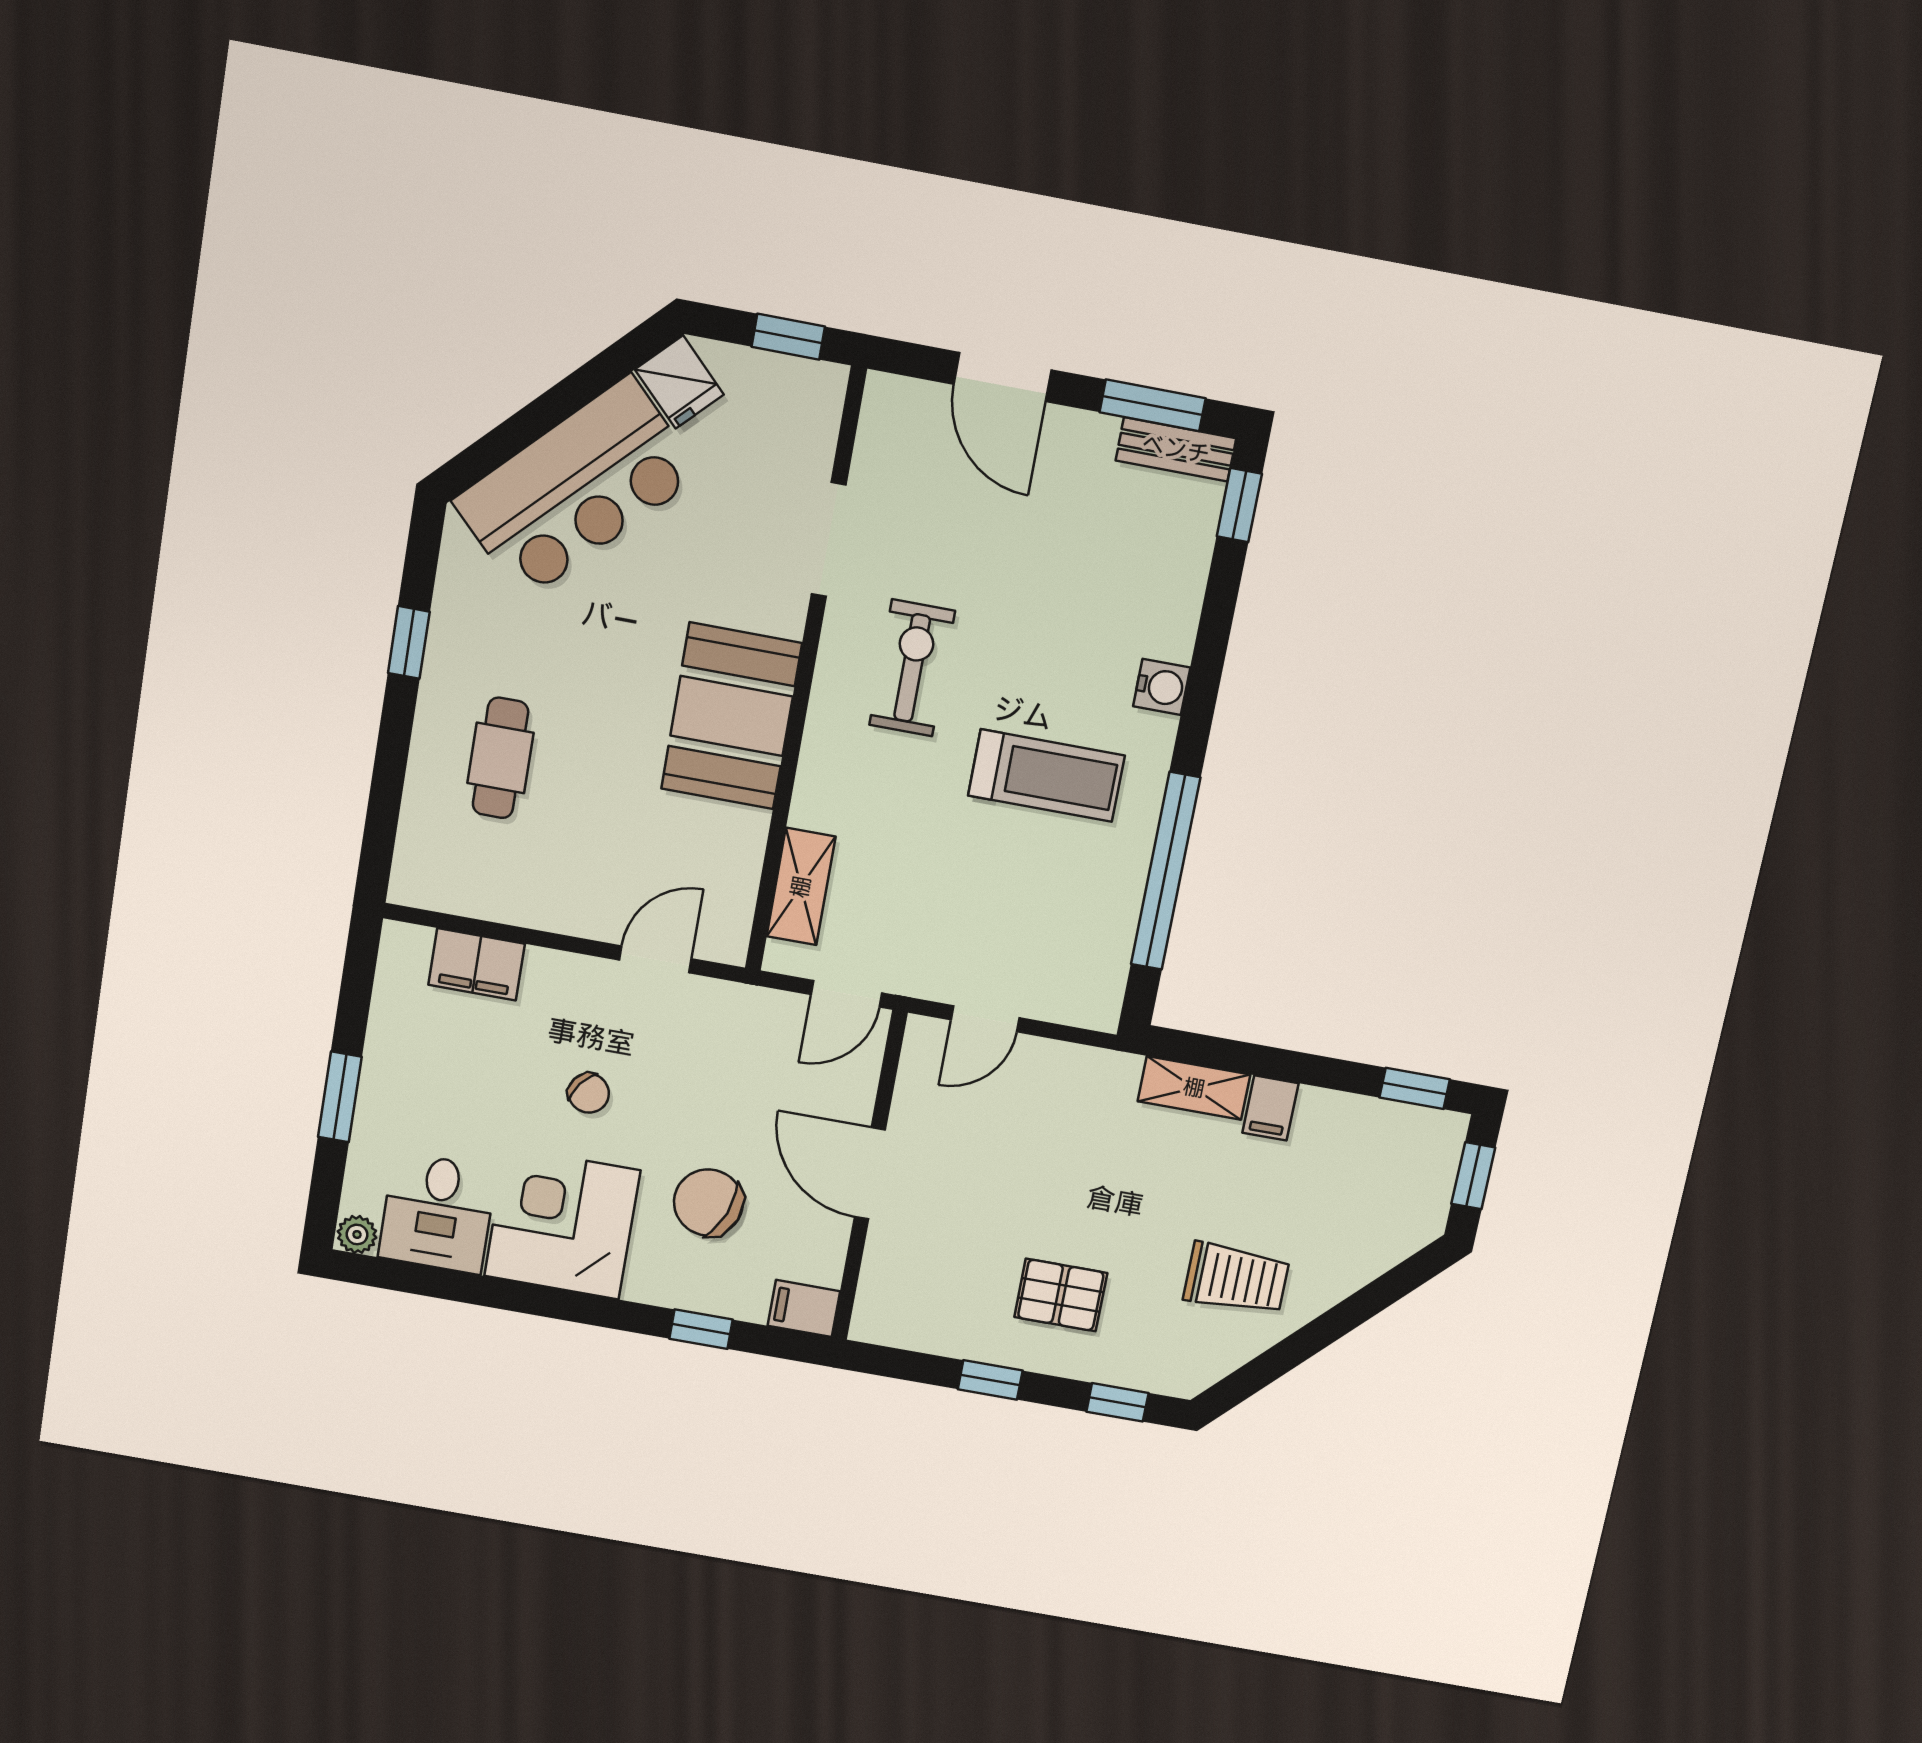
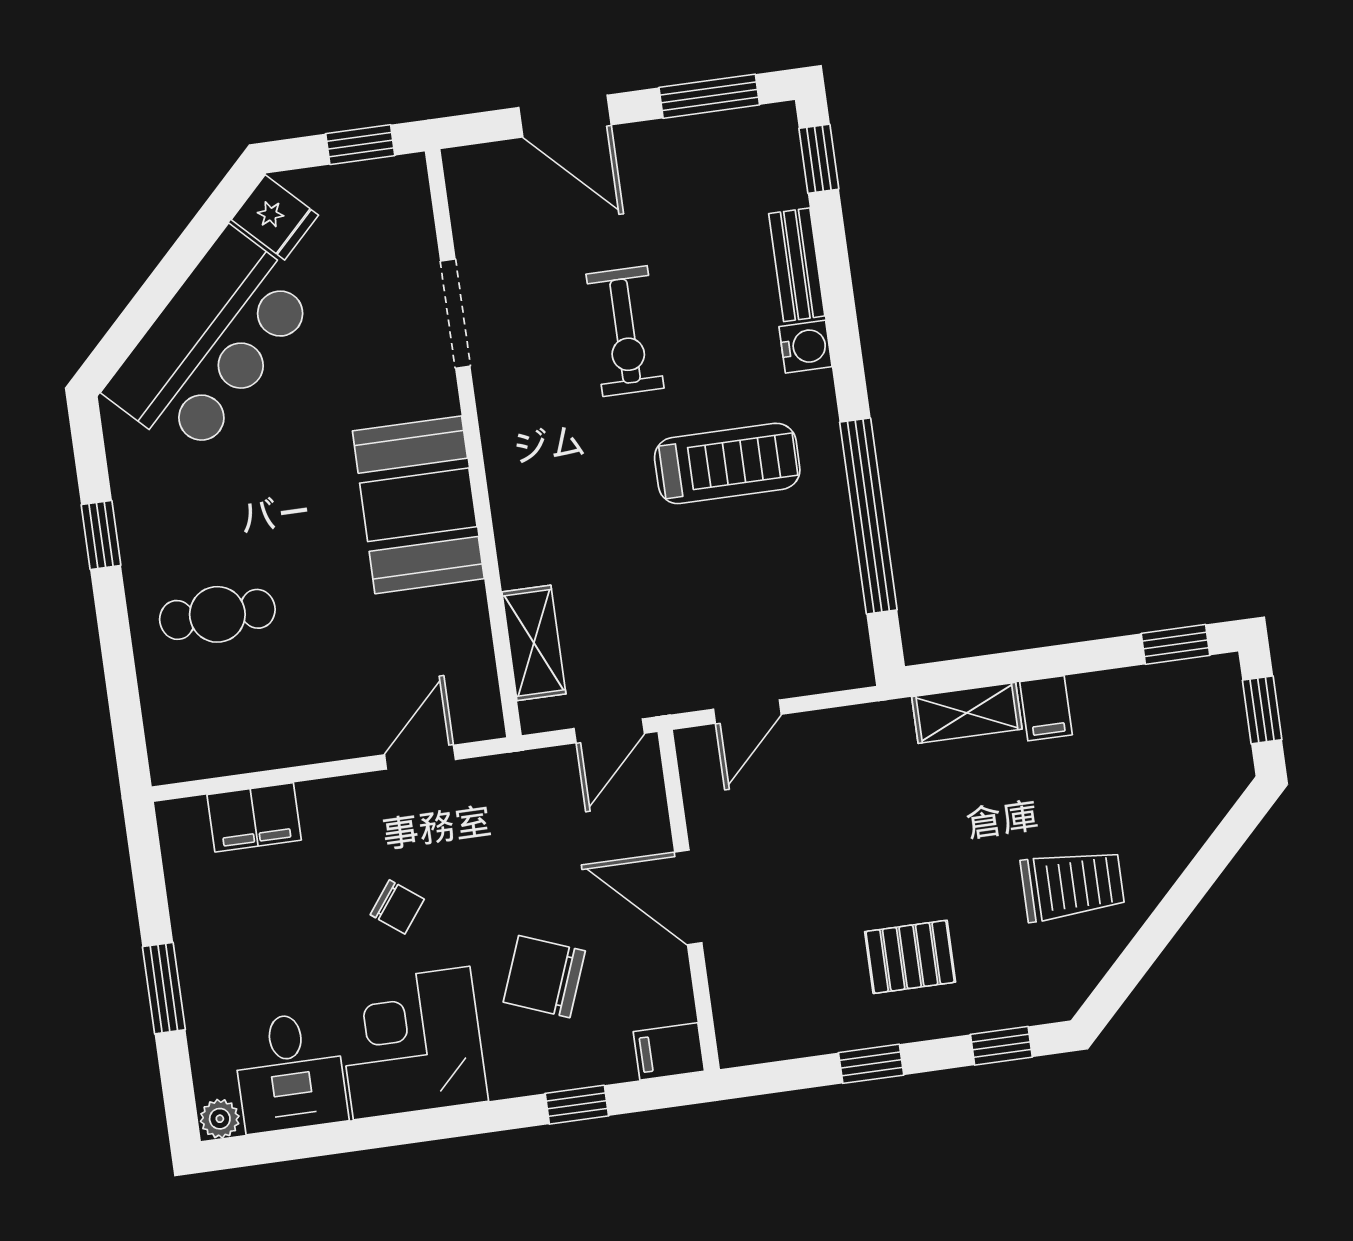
bench: (1176, 449) -> (797, 265), moved, turned 90
exercise bike: (912, 668) -> (625, 331), moved, turned 180
cafe table: (500, 758) -> (217, 614), turned 90

